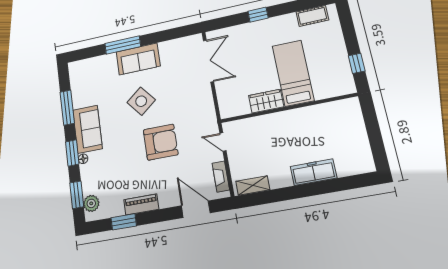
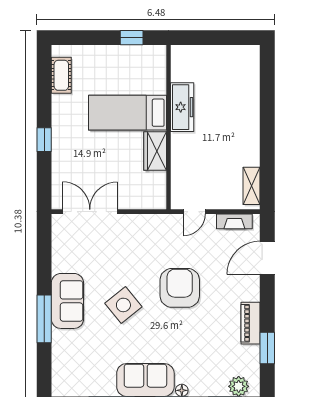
freezer: (313, 172) -> (182, 107), moved, turned 180

